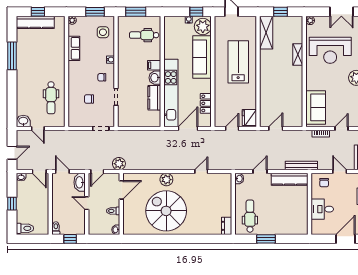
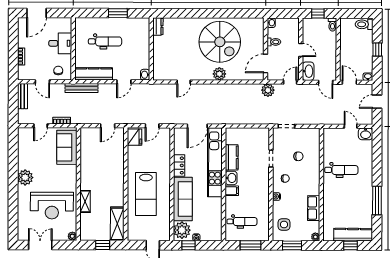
reception desk: (330, 50) -> (52, 206), turned 180
dental chair: (51, 98) -> (341, 170), moved, turned 90
locker: (206, 103) -> (179, 165), moved
dental chair: (250, 216) -> (105, 41), moved, turned -90

